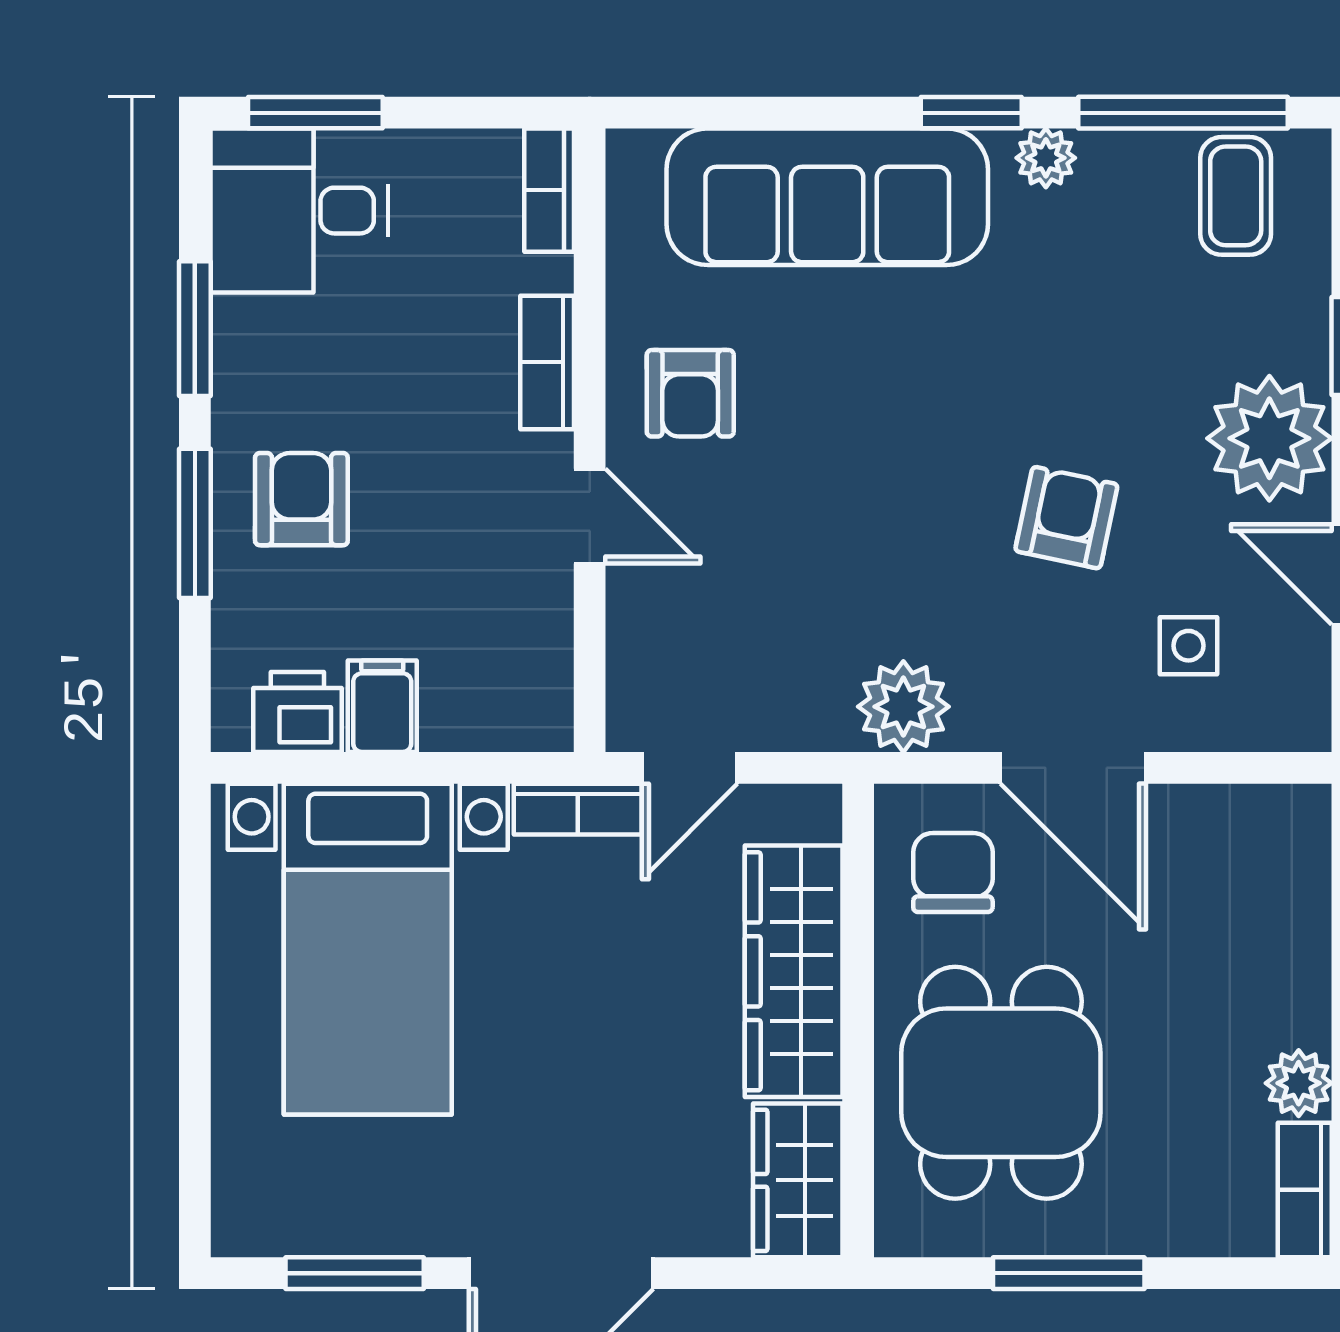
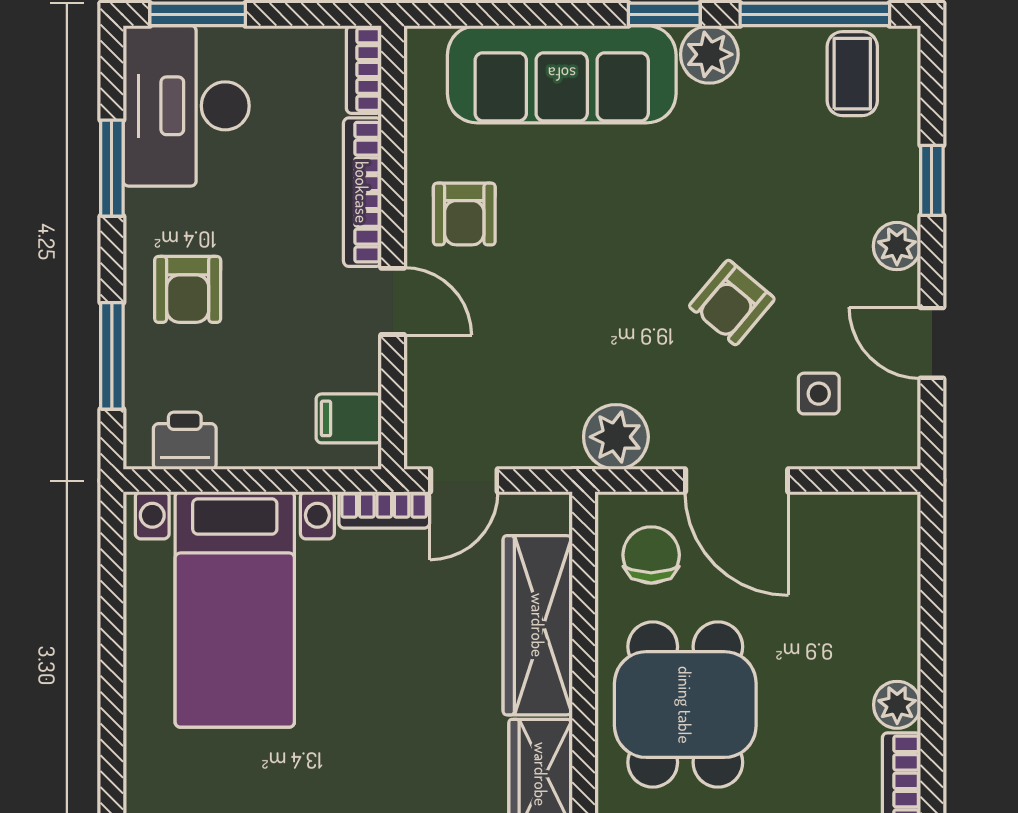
plant: (1046, 158) -> (709, 54), width x1.38, depth x1.38
desk: (299, 211) -> (186, 106), width x1.37
bookcase: (547, 362) -> (362, 192), width x1.56
plant: (1269, 438) -> (897, 246), width x0.53, depth x0.53
armchair: (301, 499) -> (188, 289), turned 180
armchair: (1066, 518) -> (732, 303), turned -152
window: (195, 523) -> (112, 356), moved
filing cabinet: (382, 706) -> (349, 418), moved, turned -90

